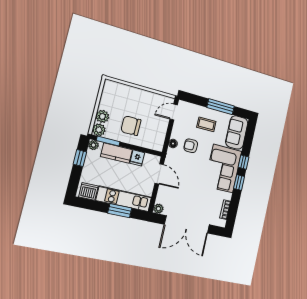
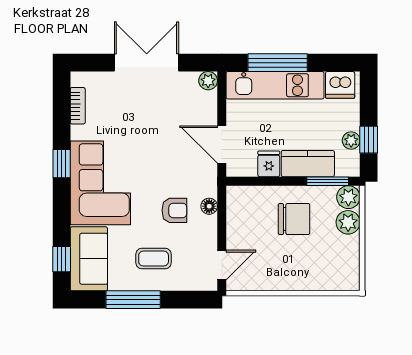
plant: (93, 145) -> (351, 140), moved
window: (244, 162) -> (62, 259), moved
window: (120, 211) -> (278, 63), width x1.44
double door: (187, 224) -> (147, 63), width x0.73

